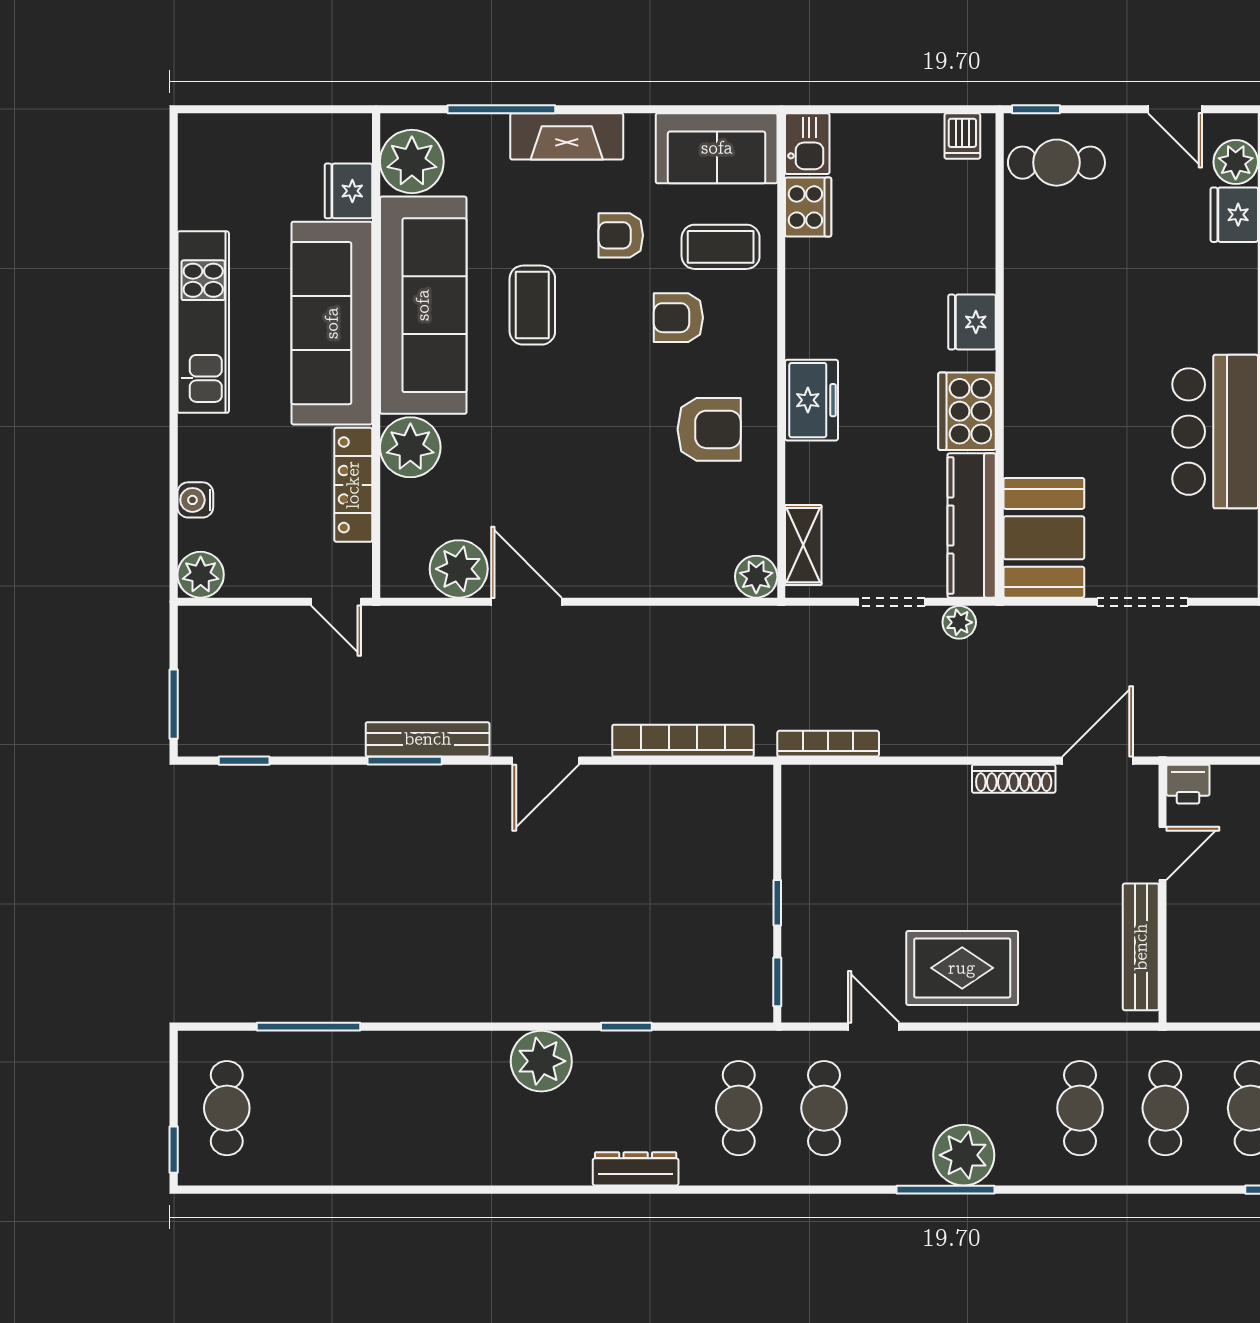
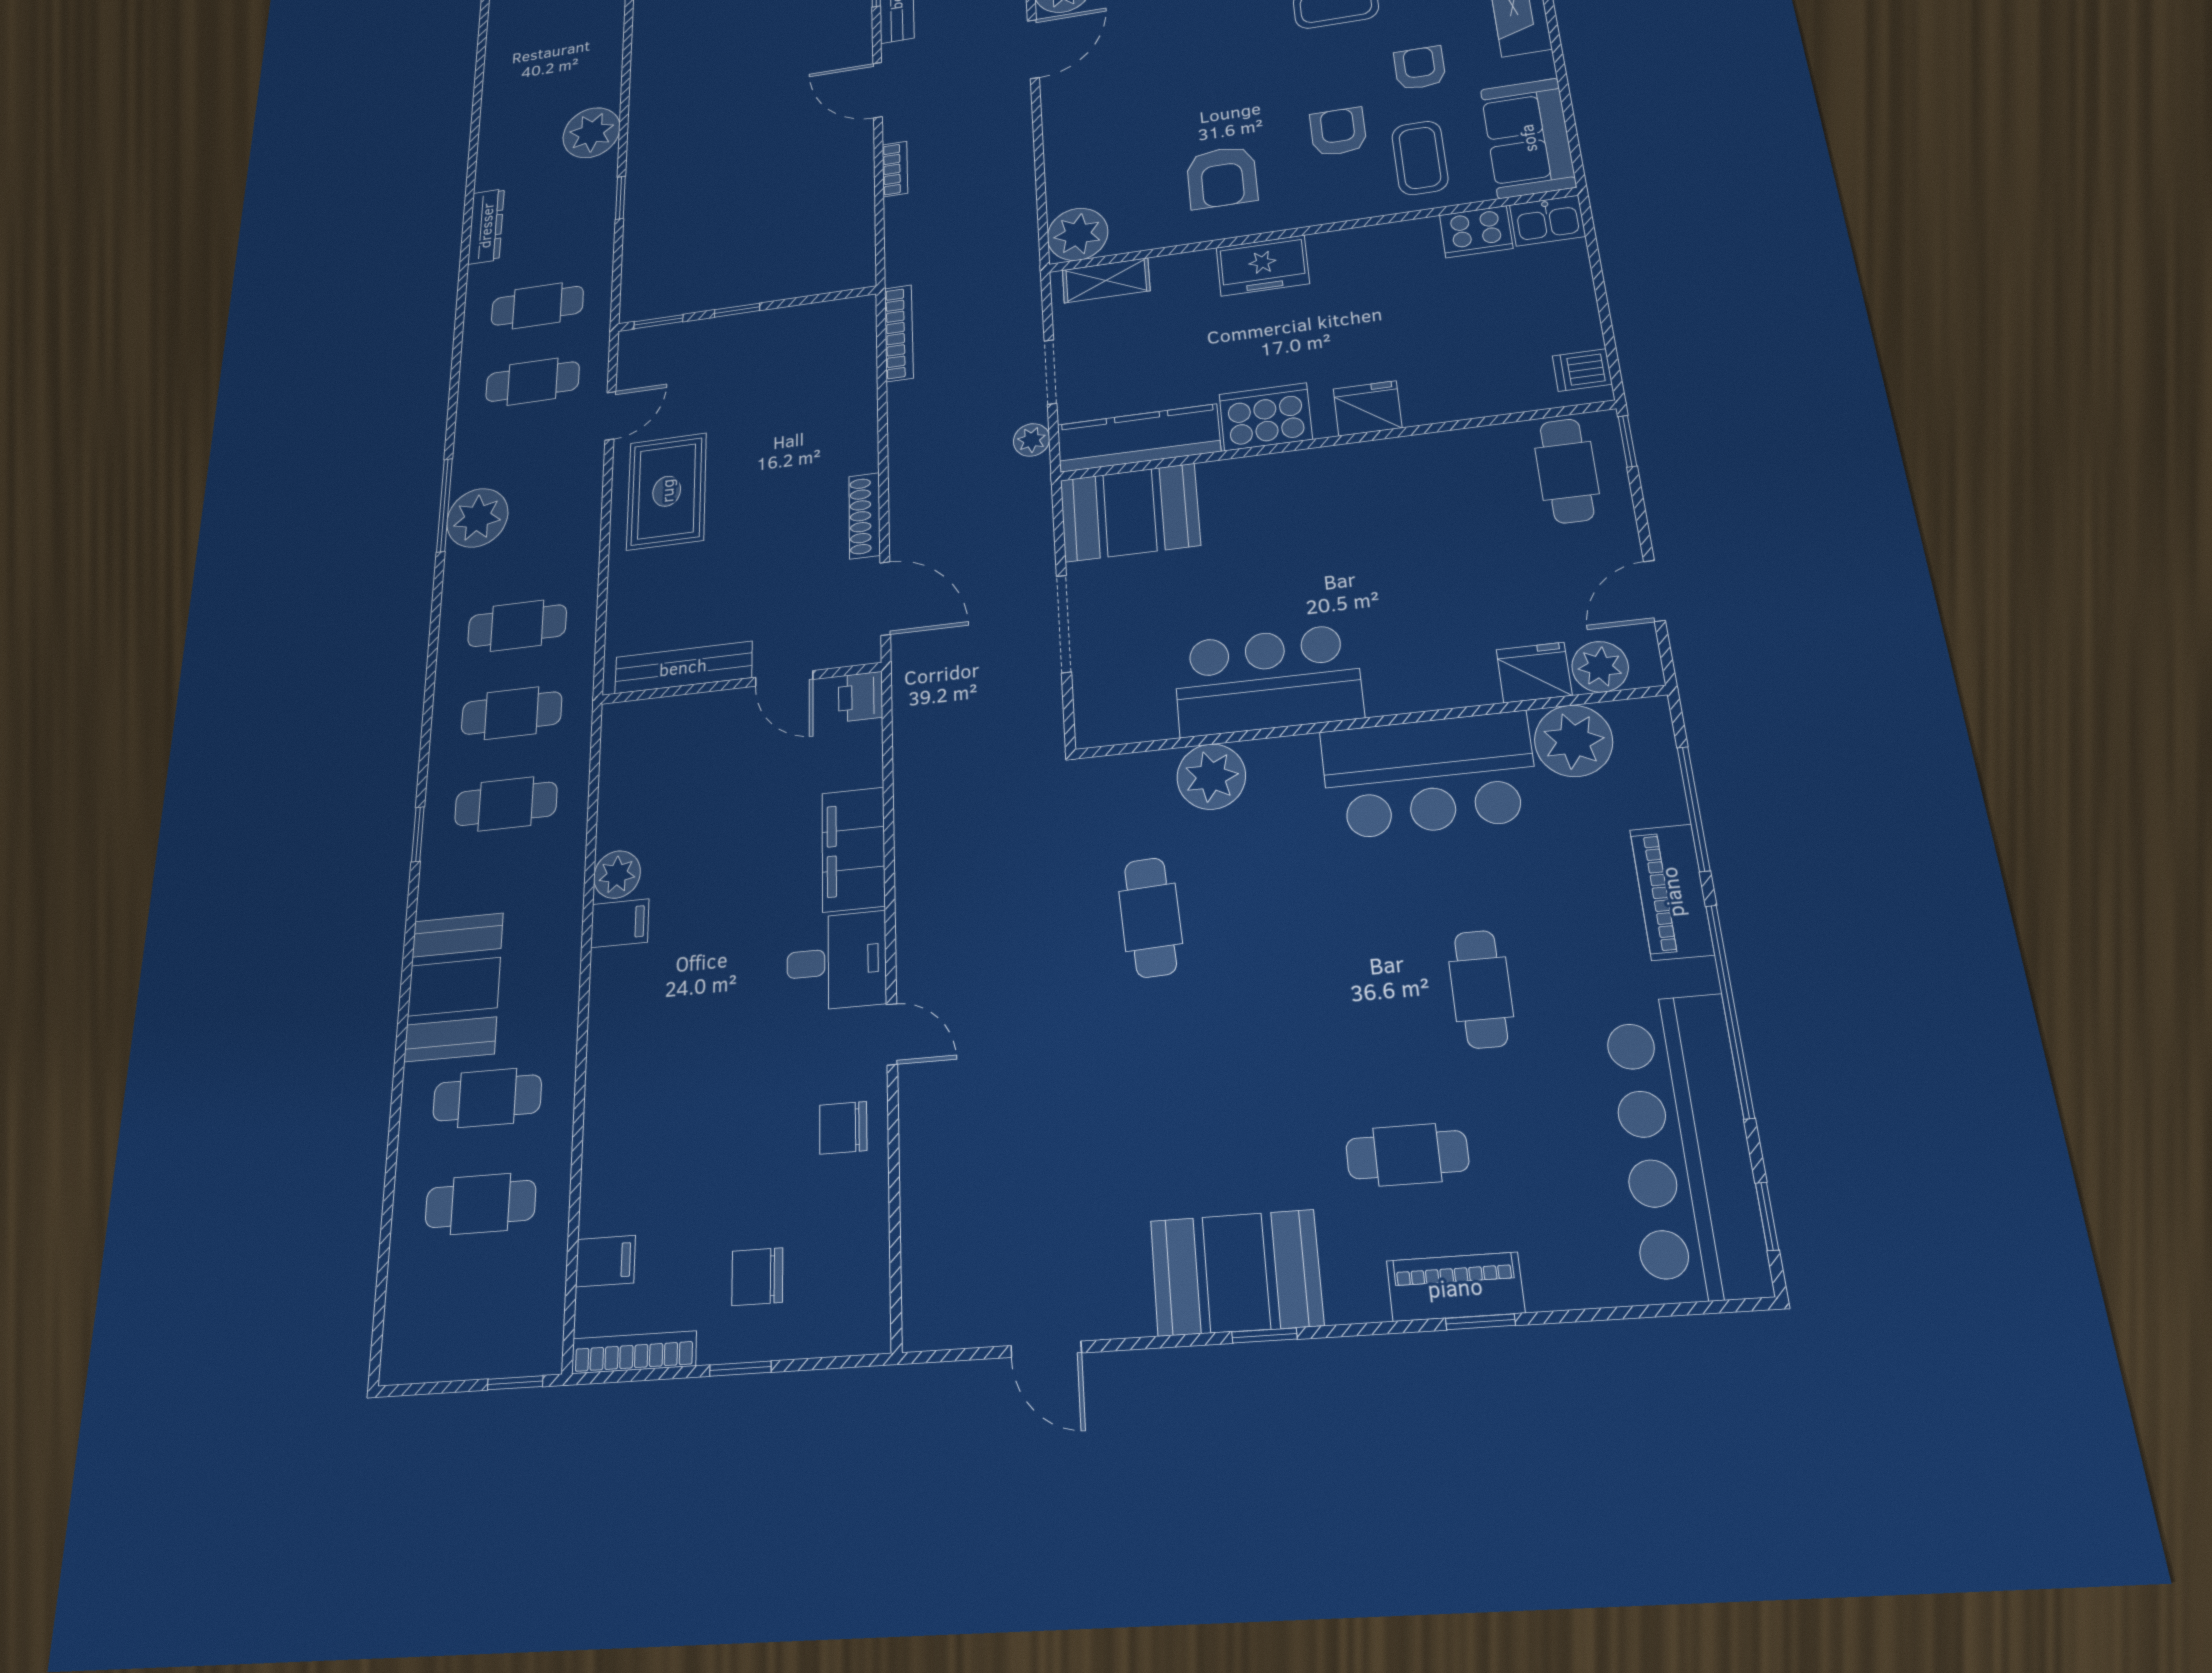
plant: (756, 577) -> (1078, 234), width x1.36, depth x1.36
bookcase: (683, 741) -> (895, 169), width x0.43, depth x0.76

